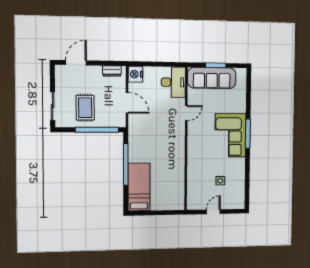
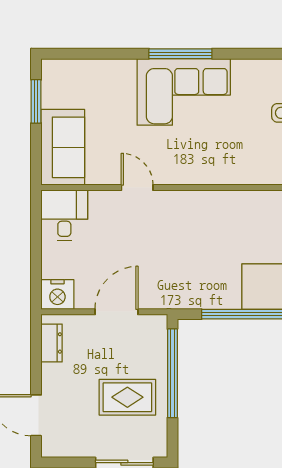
window: (216, 65) -> (36, 101), moved
sofa: (212, 78) -> (63, 147), width x0.73
desk: (173, 82) -> (64, 215), width x0.73

